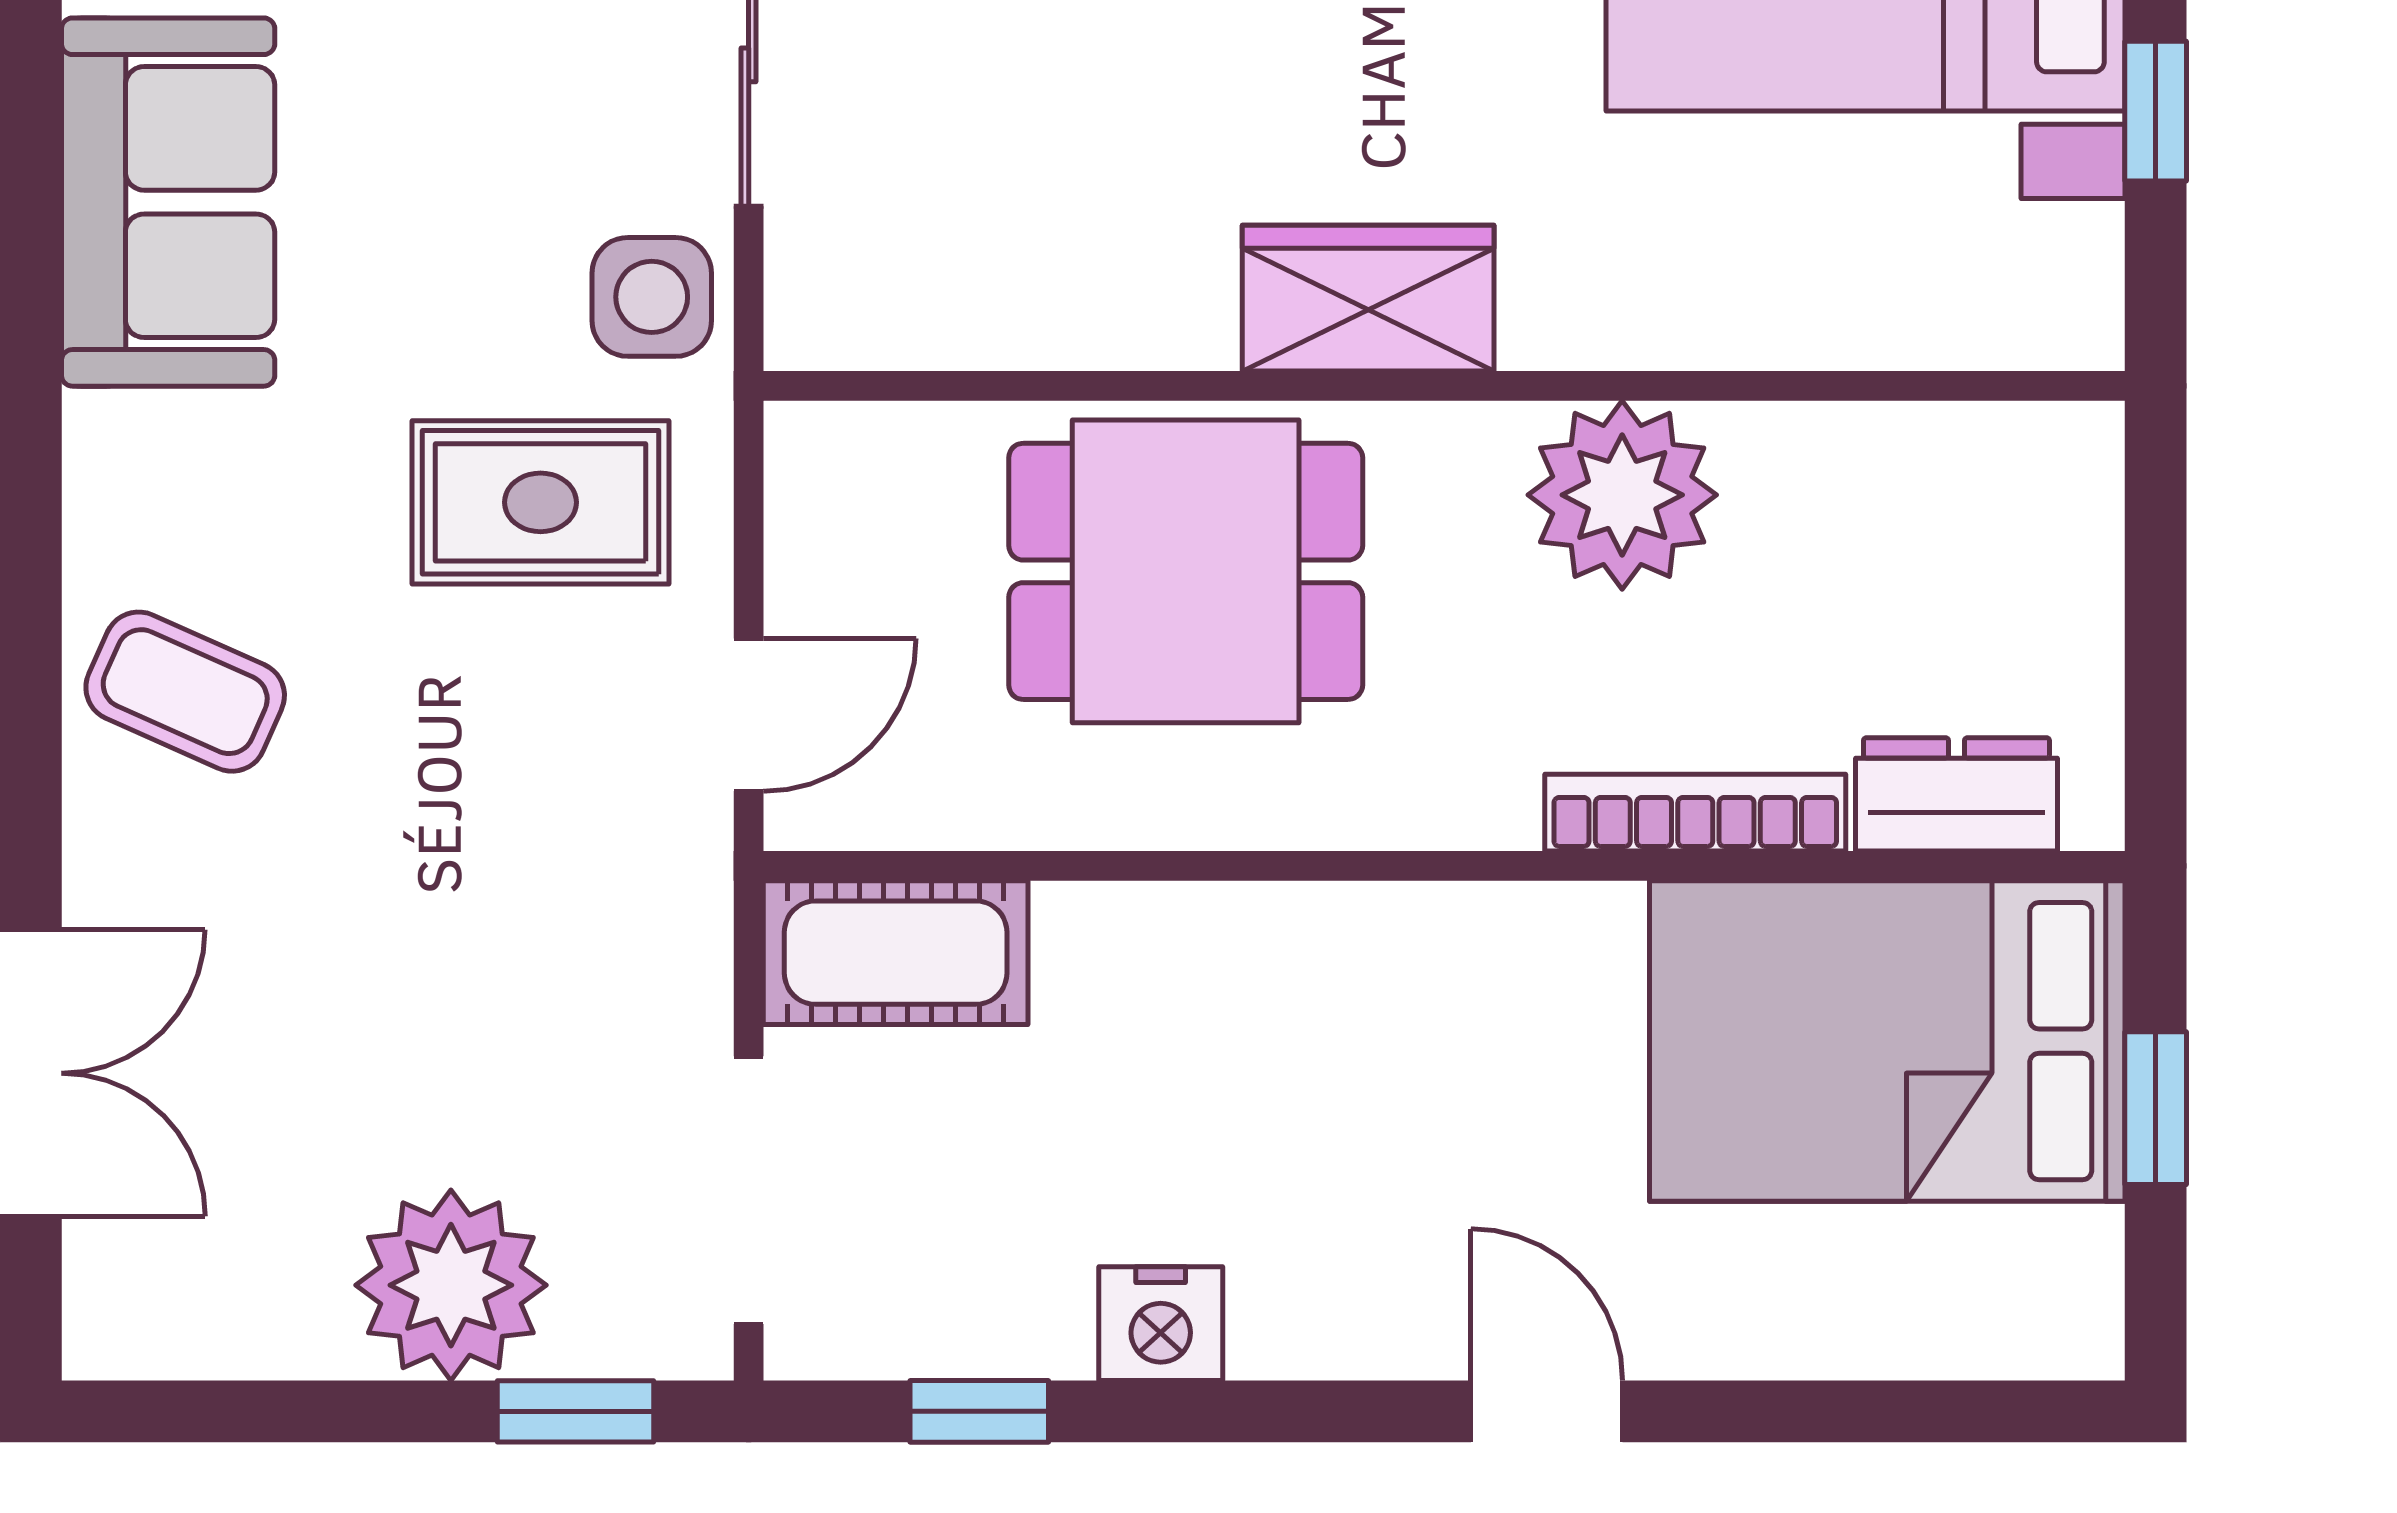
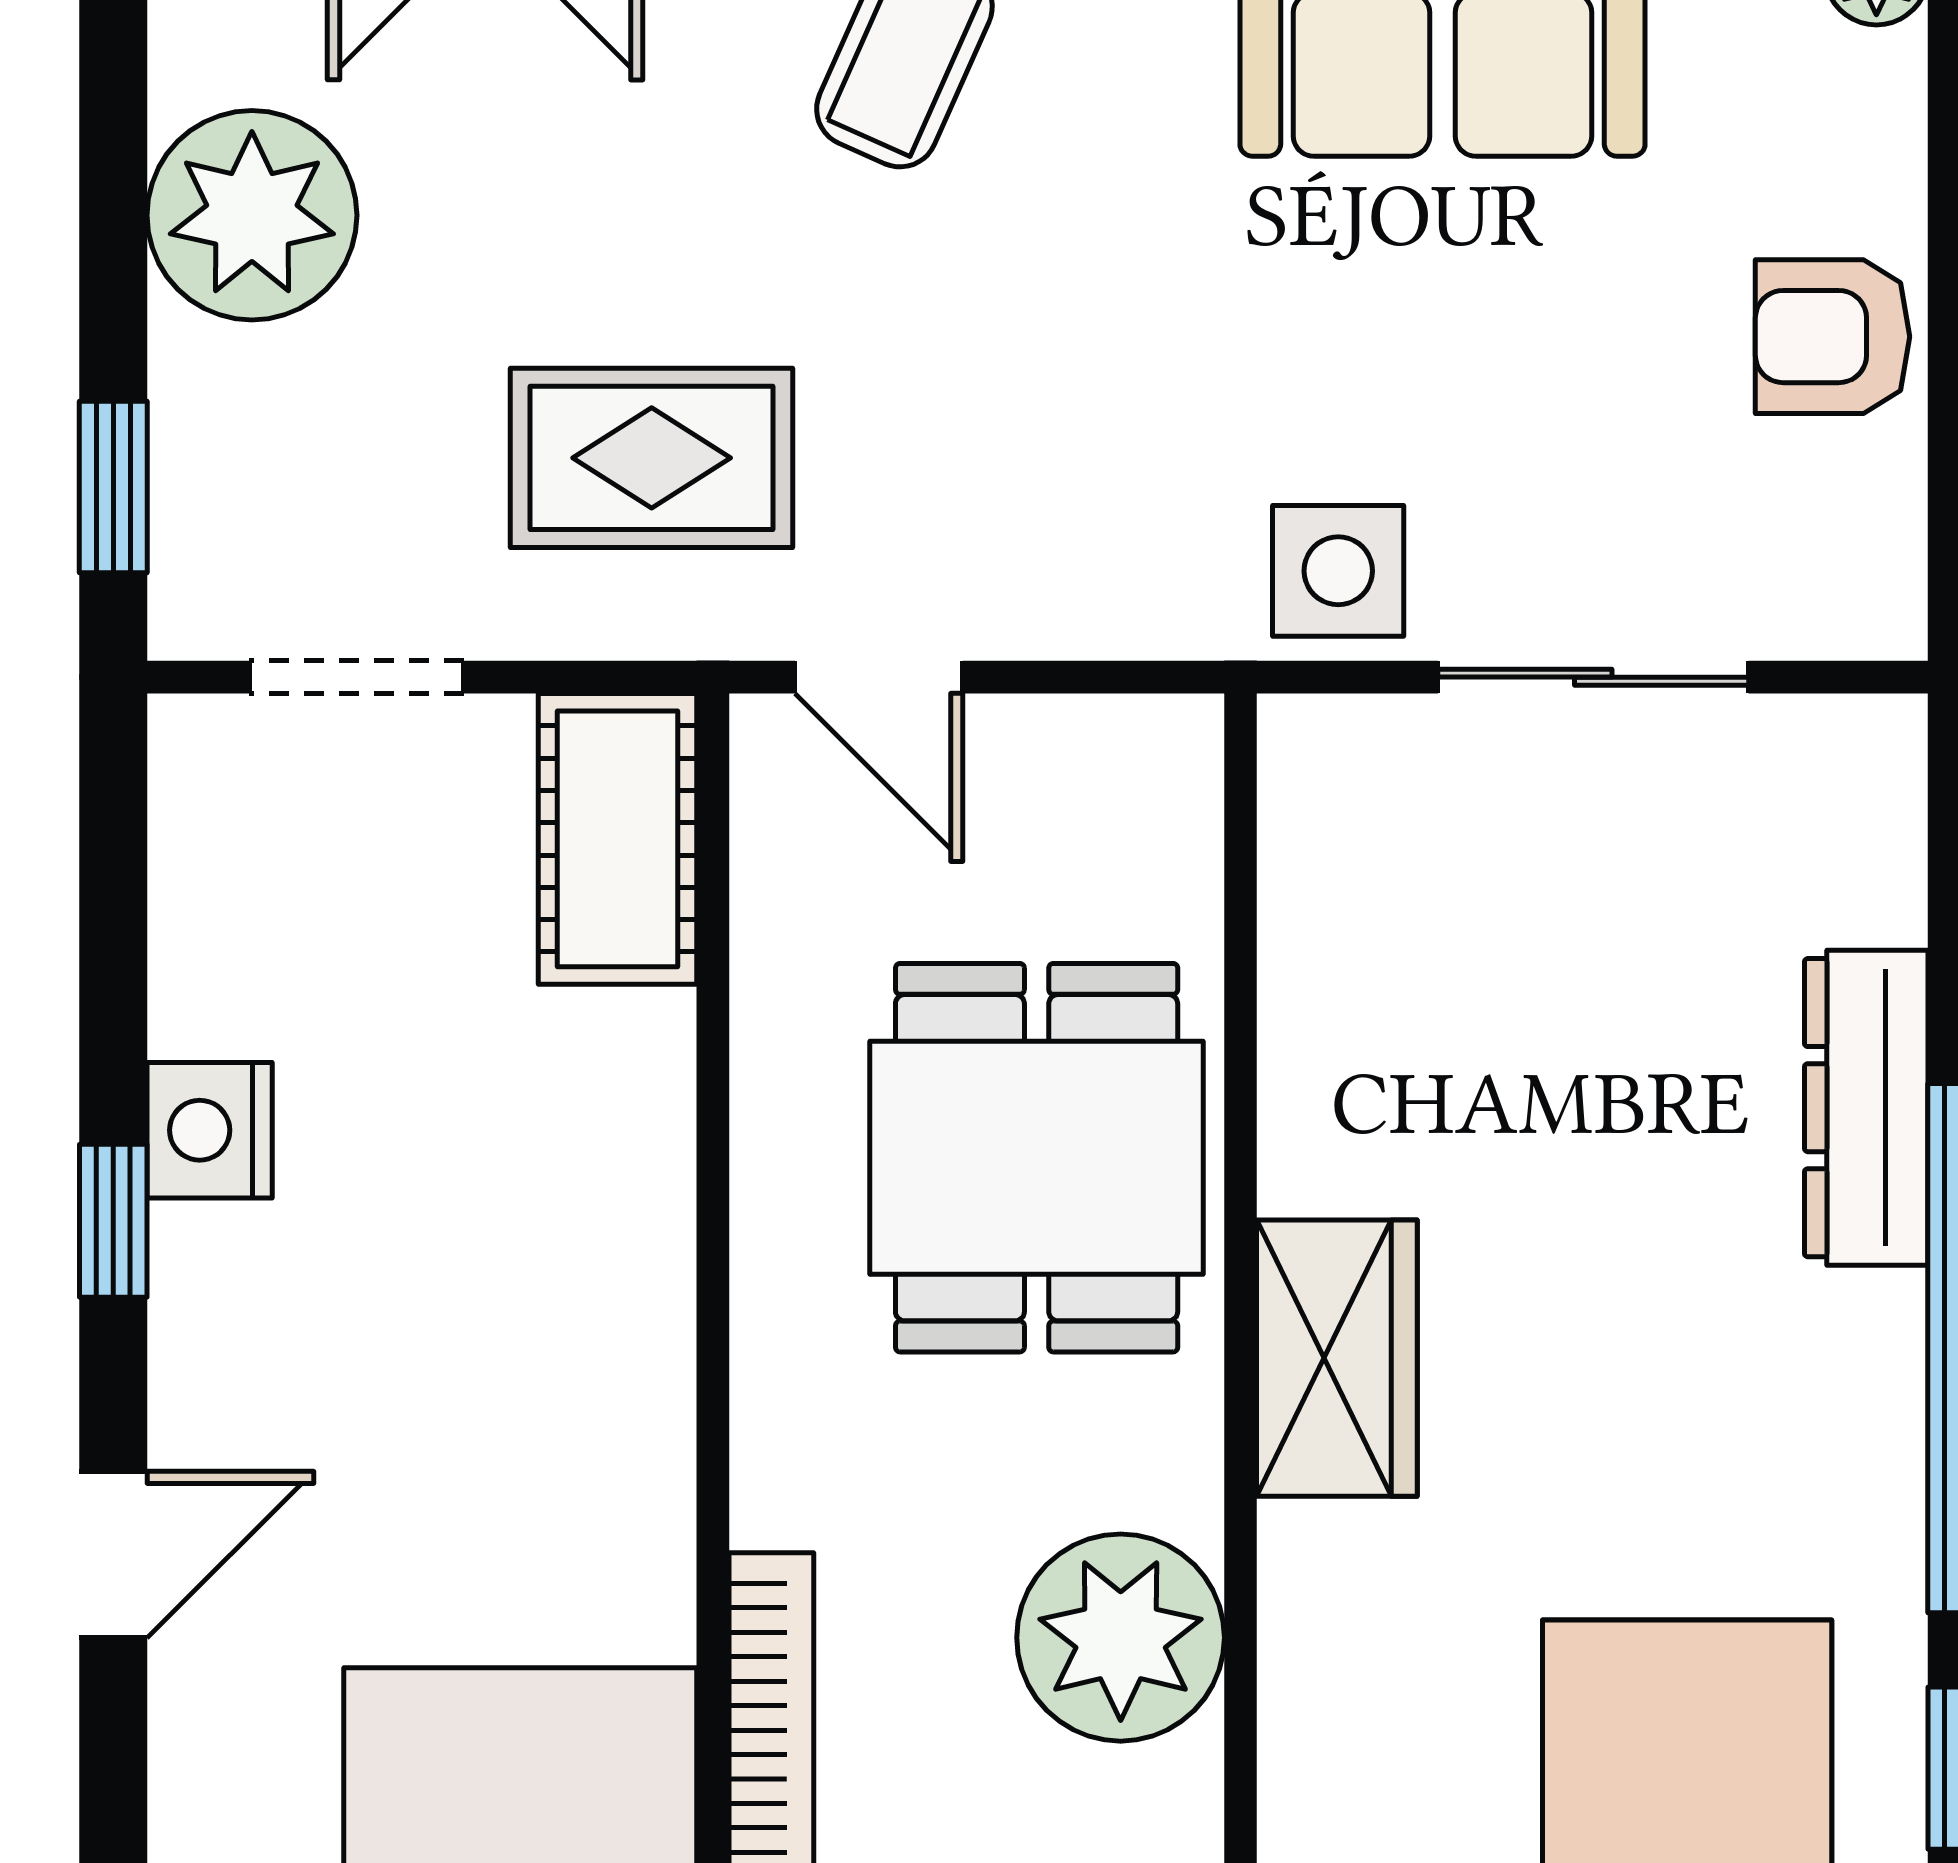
rug: (541, 502) -> (652, 458), moved, turned 90
doorway: (749, 1190) -> (356, 677), width x0.73
plant: (451, 1285) -> (252, 215), moved
window: (979, 1411) -> (113, 1221), moved

